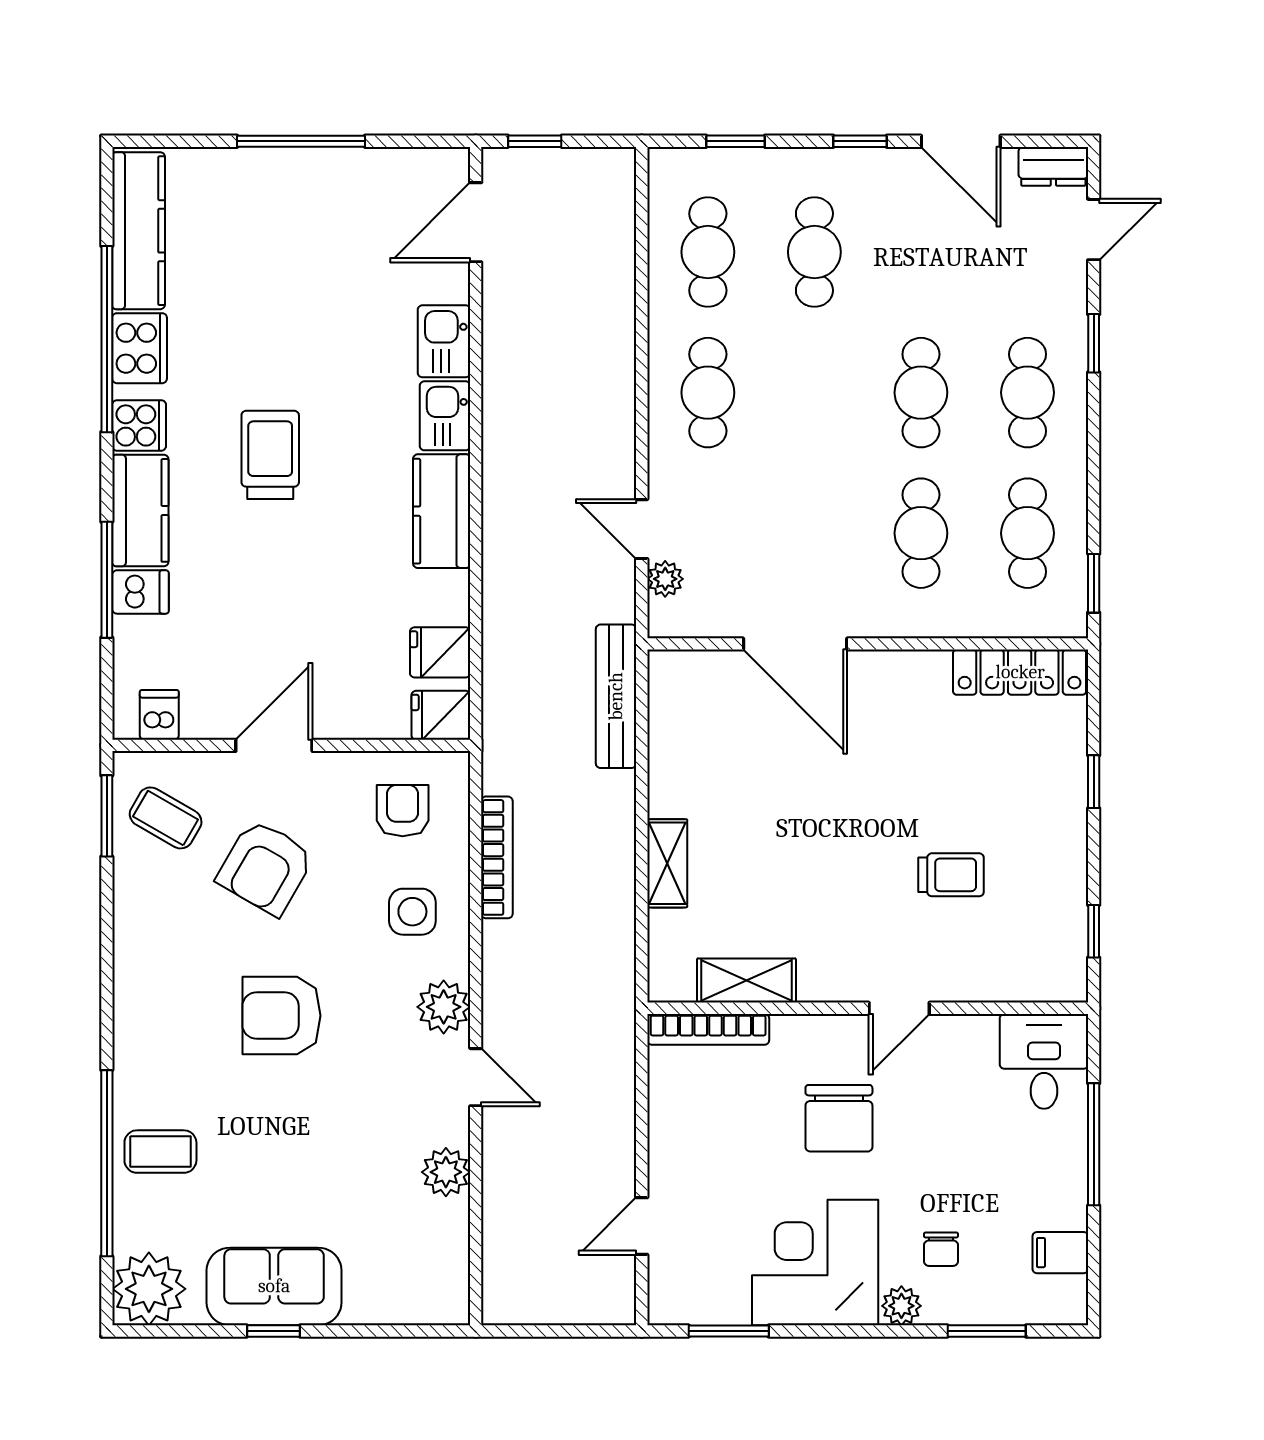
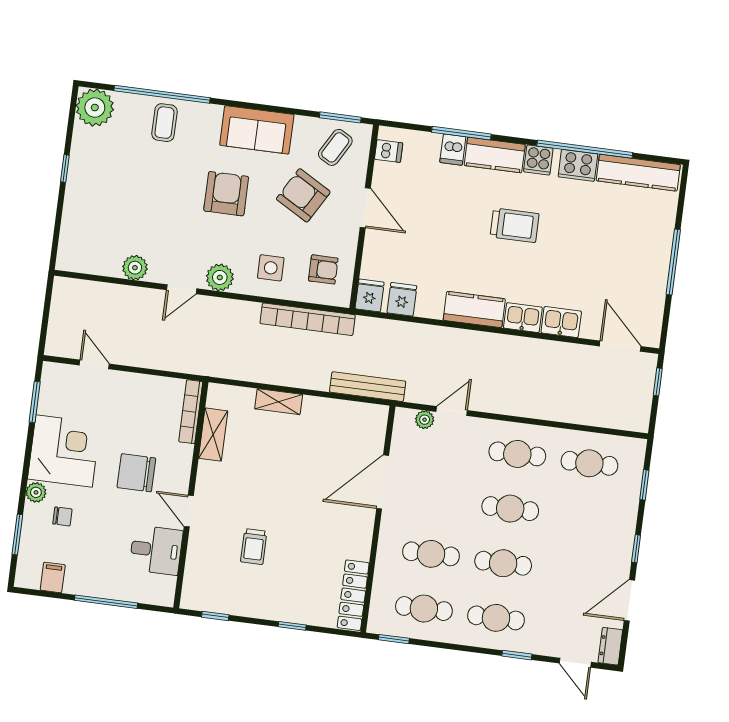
cafe table: (814, 252) -> (510, 509), moved
bookcase: (497, 857) -> (308, 319), width x1.48, depth x1.31
desk: (1044, 1061) -> (156, 550), moved
chair: (941, 1249) -> (62, 516), turned 180
sofa: (274, 1286) -> (257, 130), moved, turned 90

